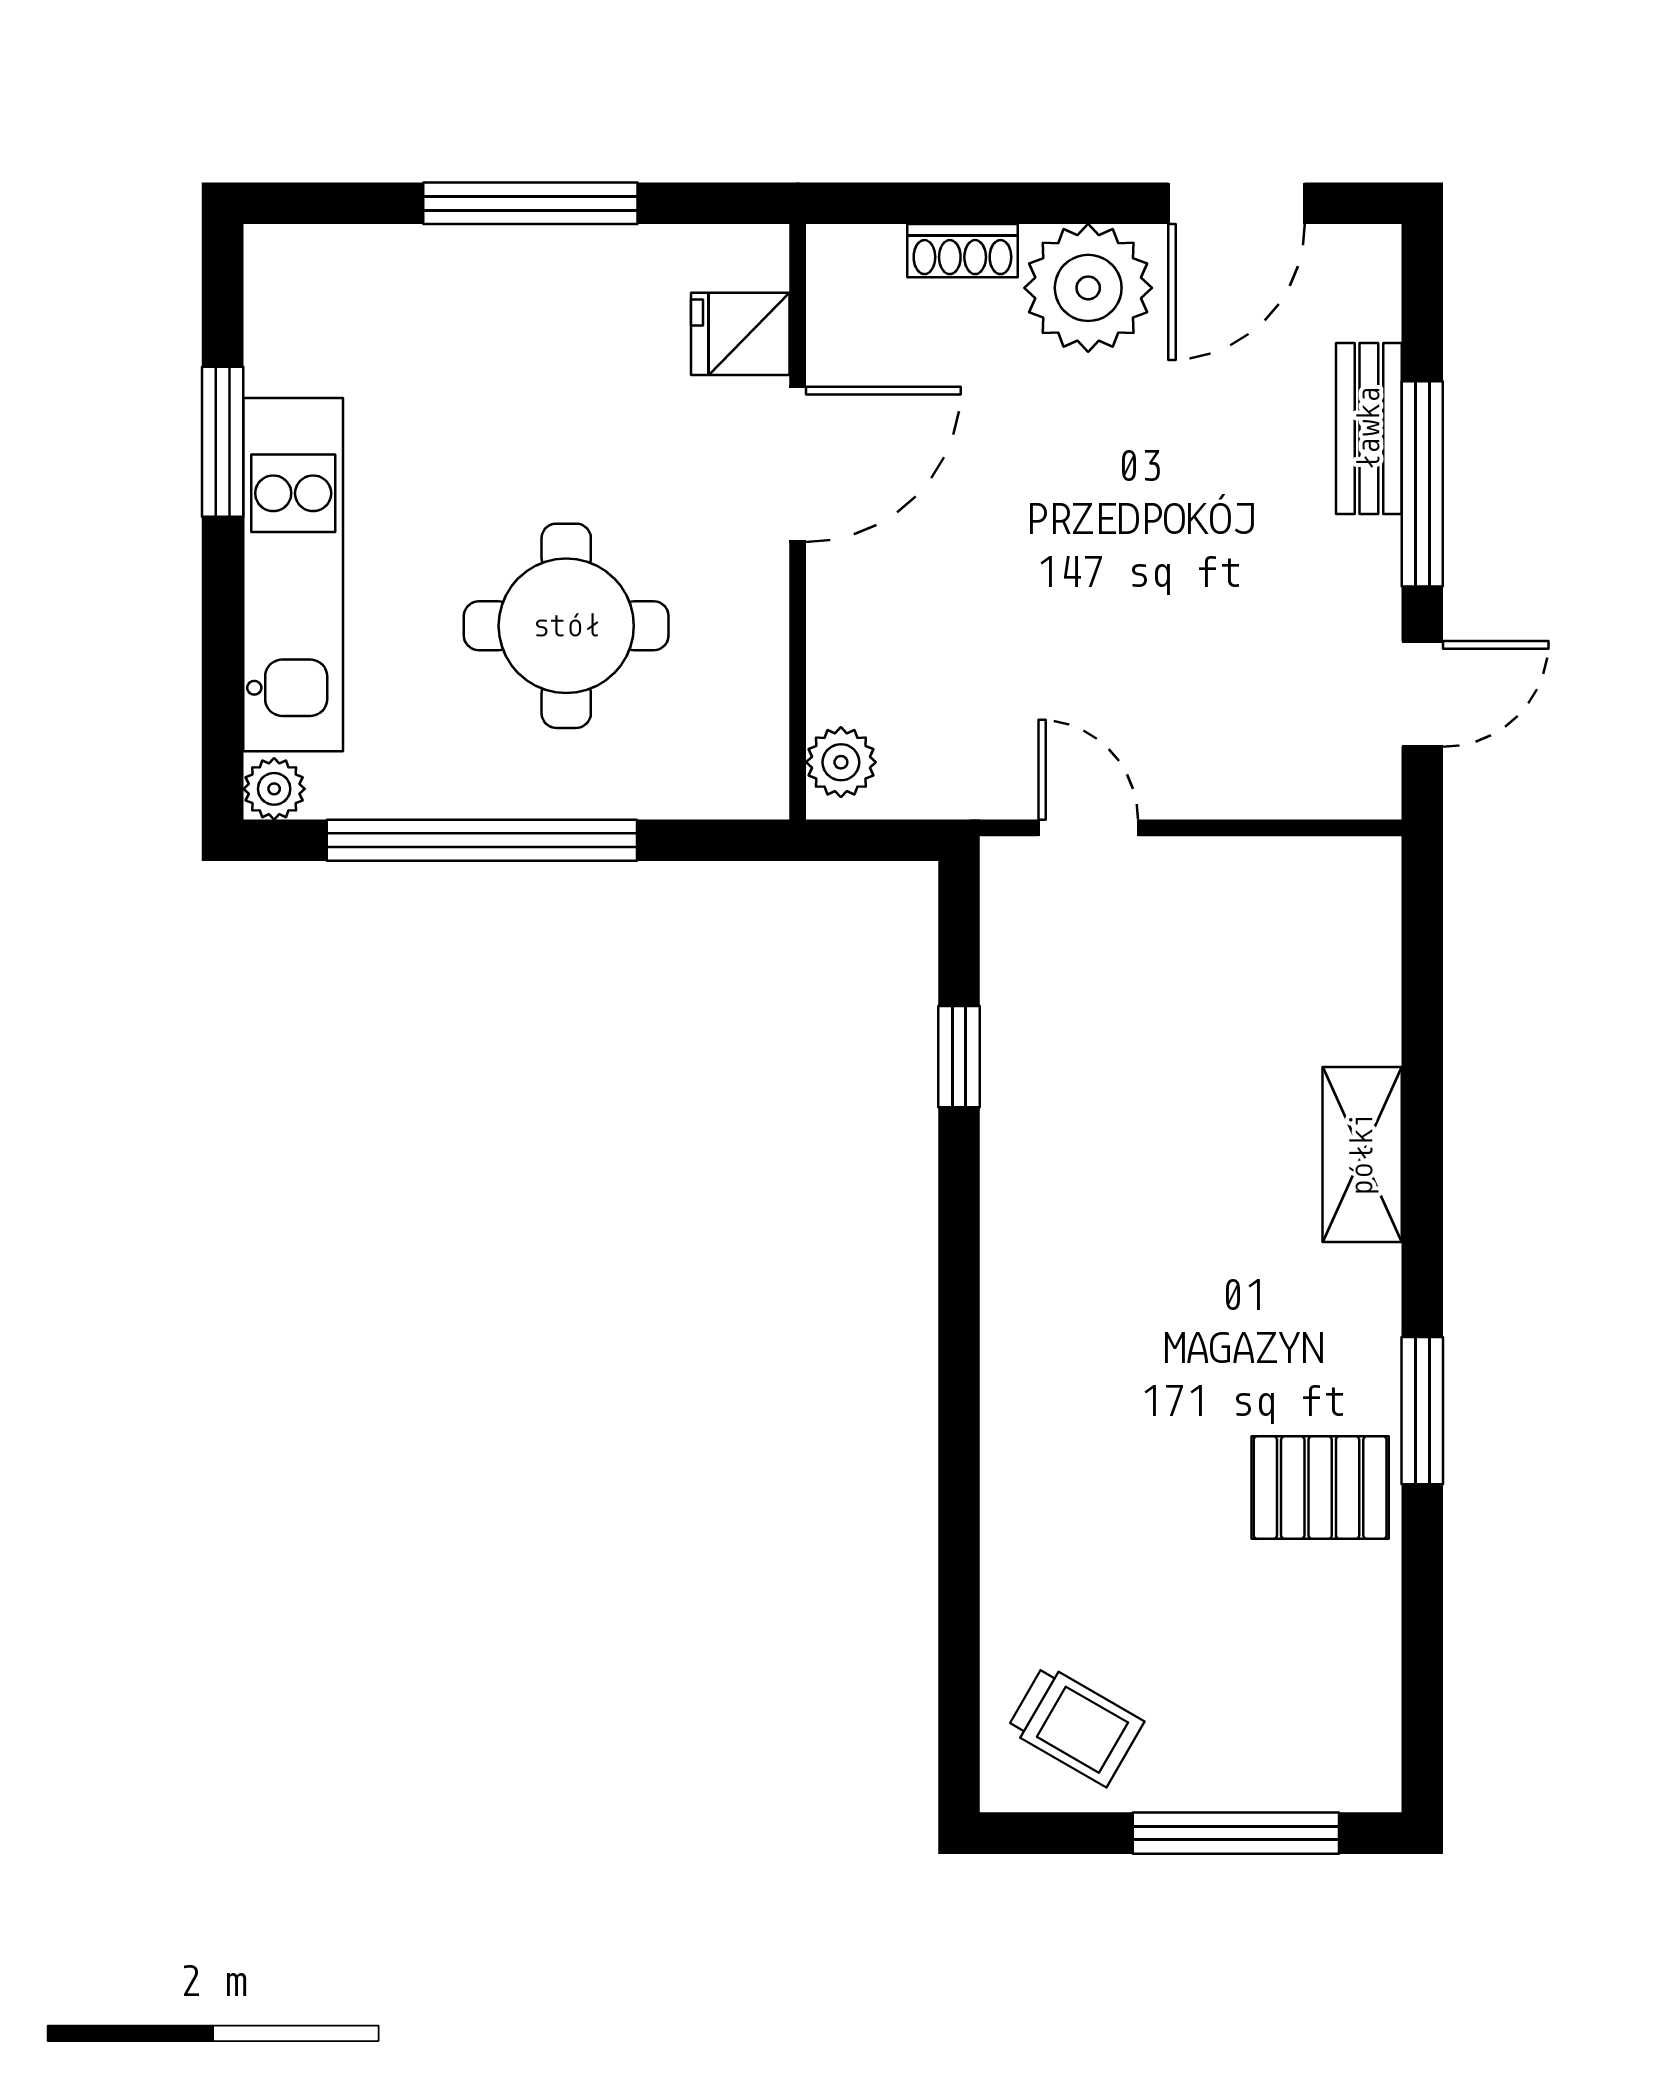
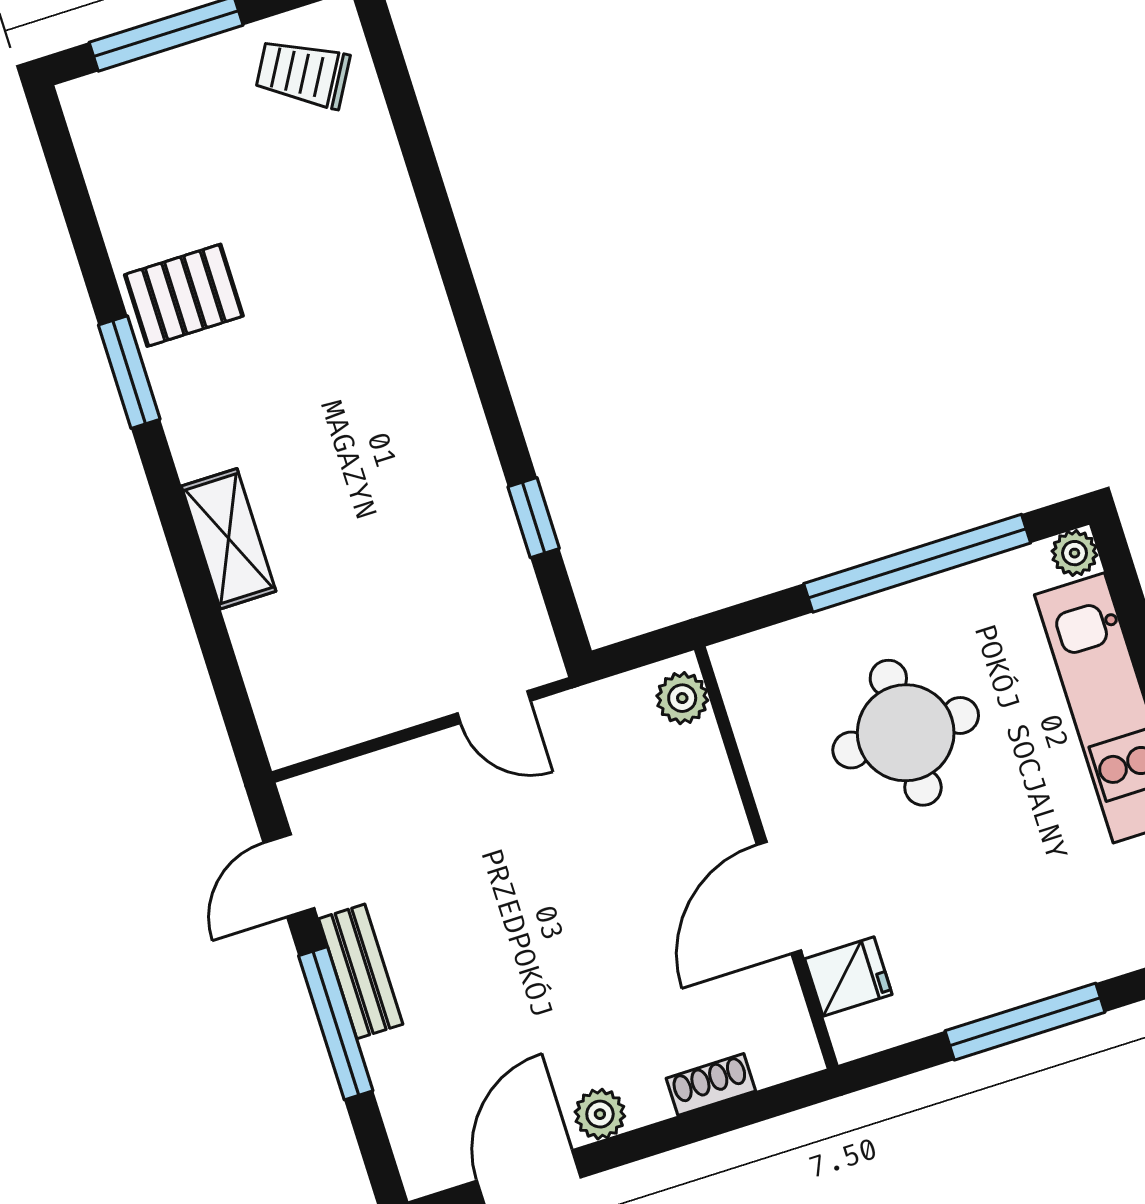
plant: (1088, 288) -> (600, 1114), width x0.53, depth x0.53
bench: (1369, 429) -> (361, 971), moved

